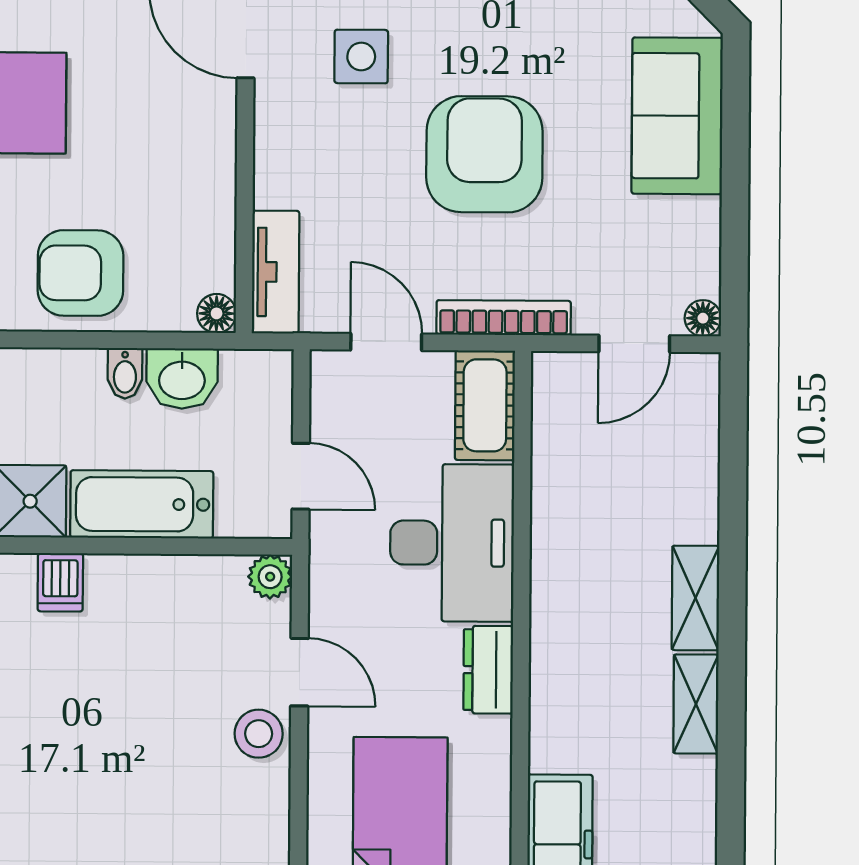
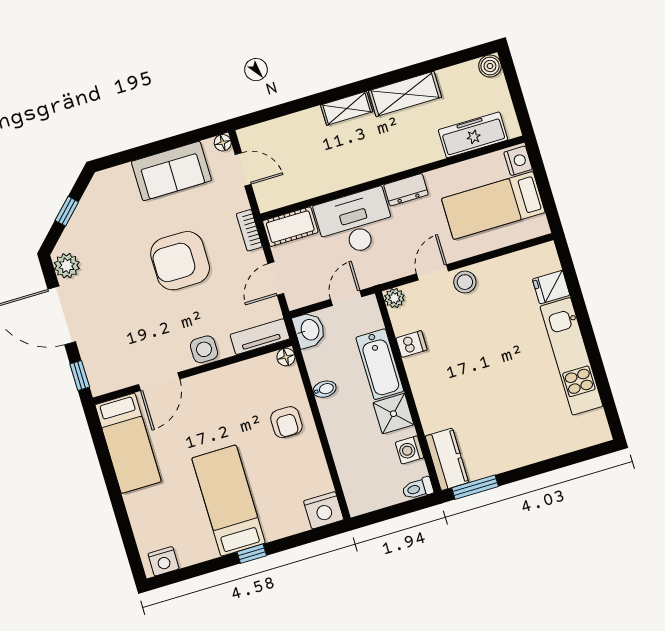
side table: (361, 57) -> (204, 349), moved
sofa: (677, 116) -> (171, 171), moved
armchair: (80, 273) -> (286, 422), width x0.72, depth x0.72
bookcase: (504, 318) -> (249, 230), width x0.64
washbasin: (182, 379) -> (309, 330), moved
dishwasher: (60, 582) -> (411, 344), moved
shelving: (696, 704) -> (405, 94), width x1.50, depth x1.33

